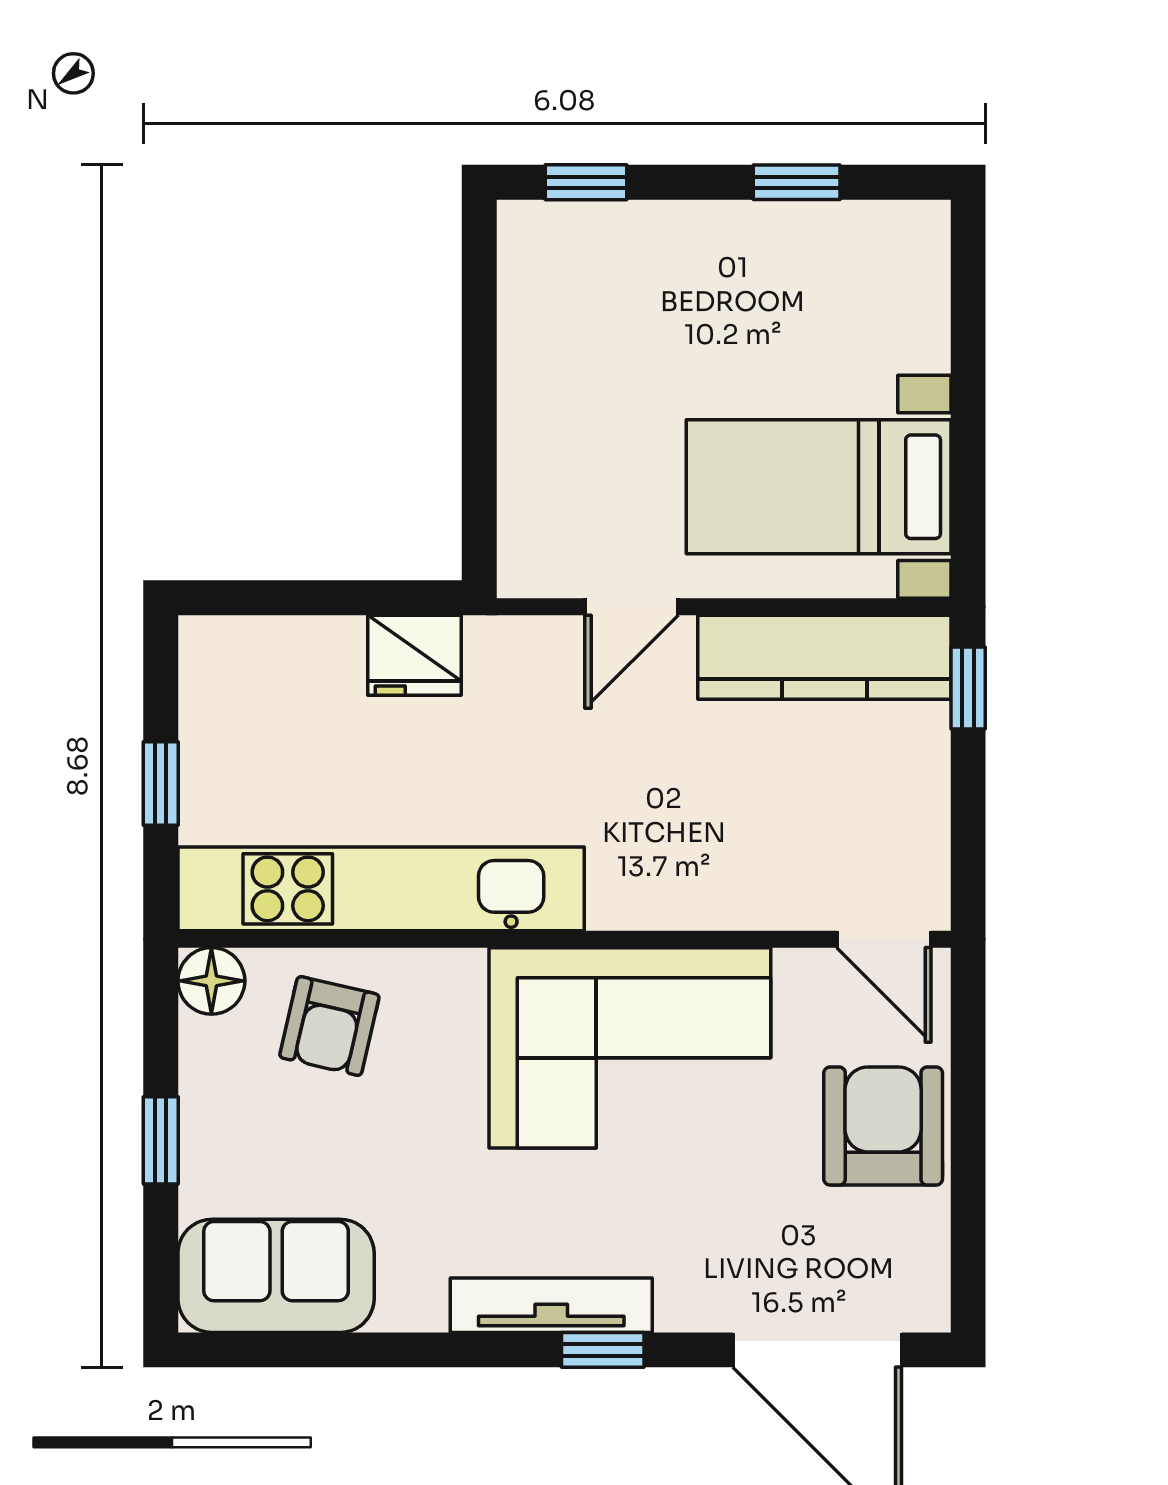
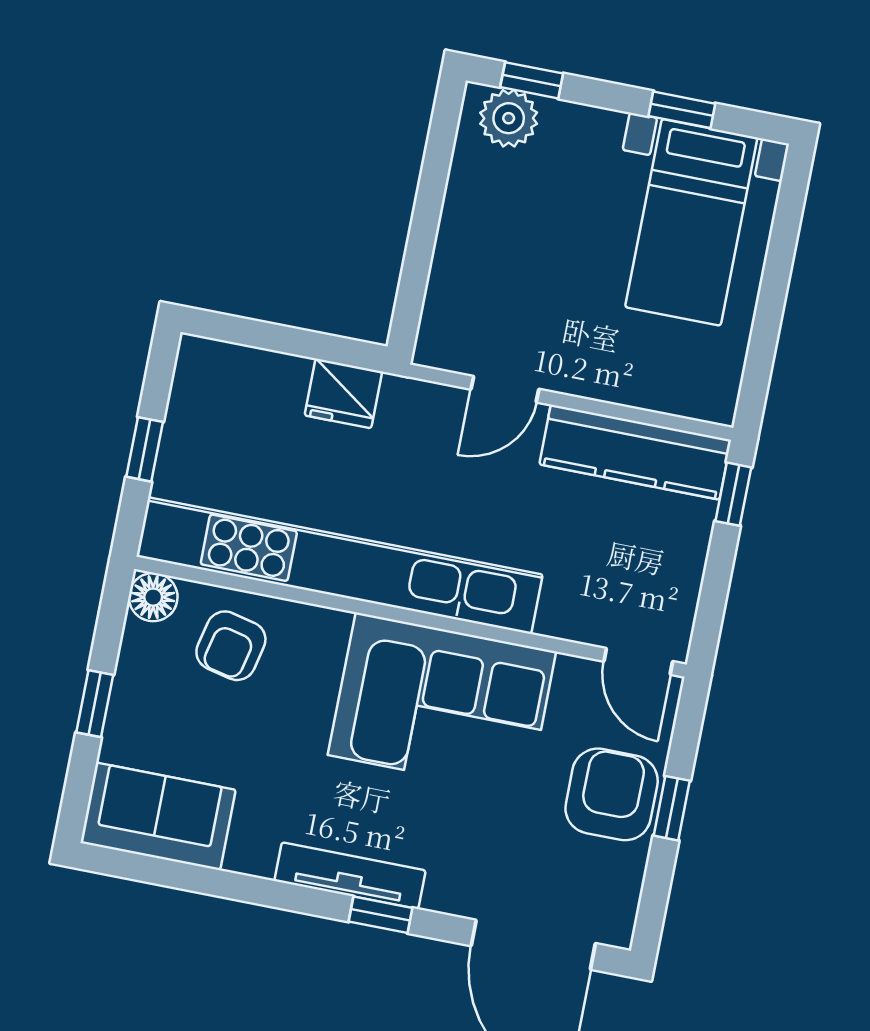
plant: (565, 240) -> (509, 118), added
bed with nightstands: (819, 487) -> (691, 222), moved, turned -90
kitchen unit: (381, 889) -> (340, 566), width x1.36
window: (968, 1129) -> (672, 808), added

